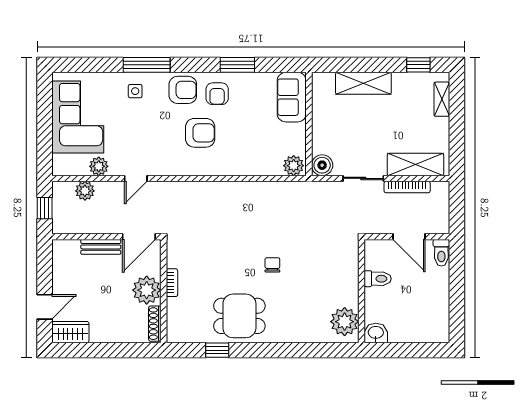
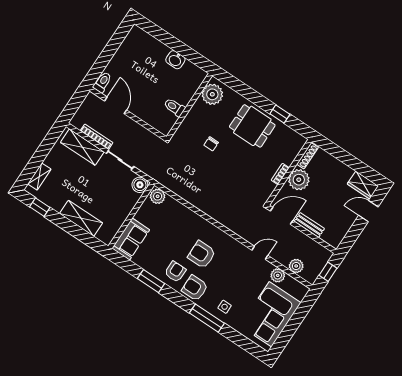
toilet: (378, 279) -> (174, 107), moved
wall: (361, 291) -> (189, 106), moved
plant: (345, 322) -> (212, 94), moved

